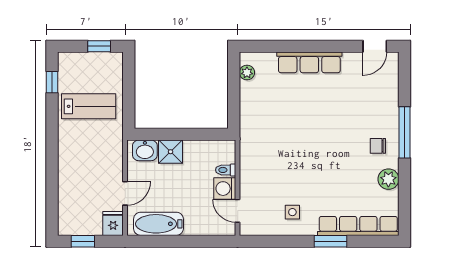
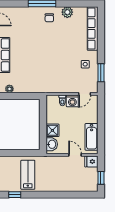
window: (330, 241) -> (101, 73), moved

